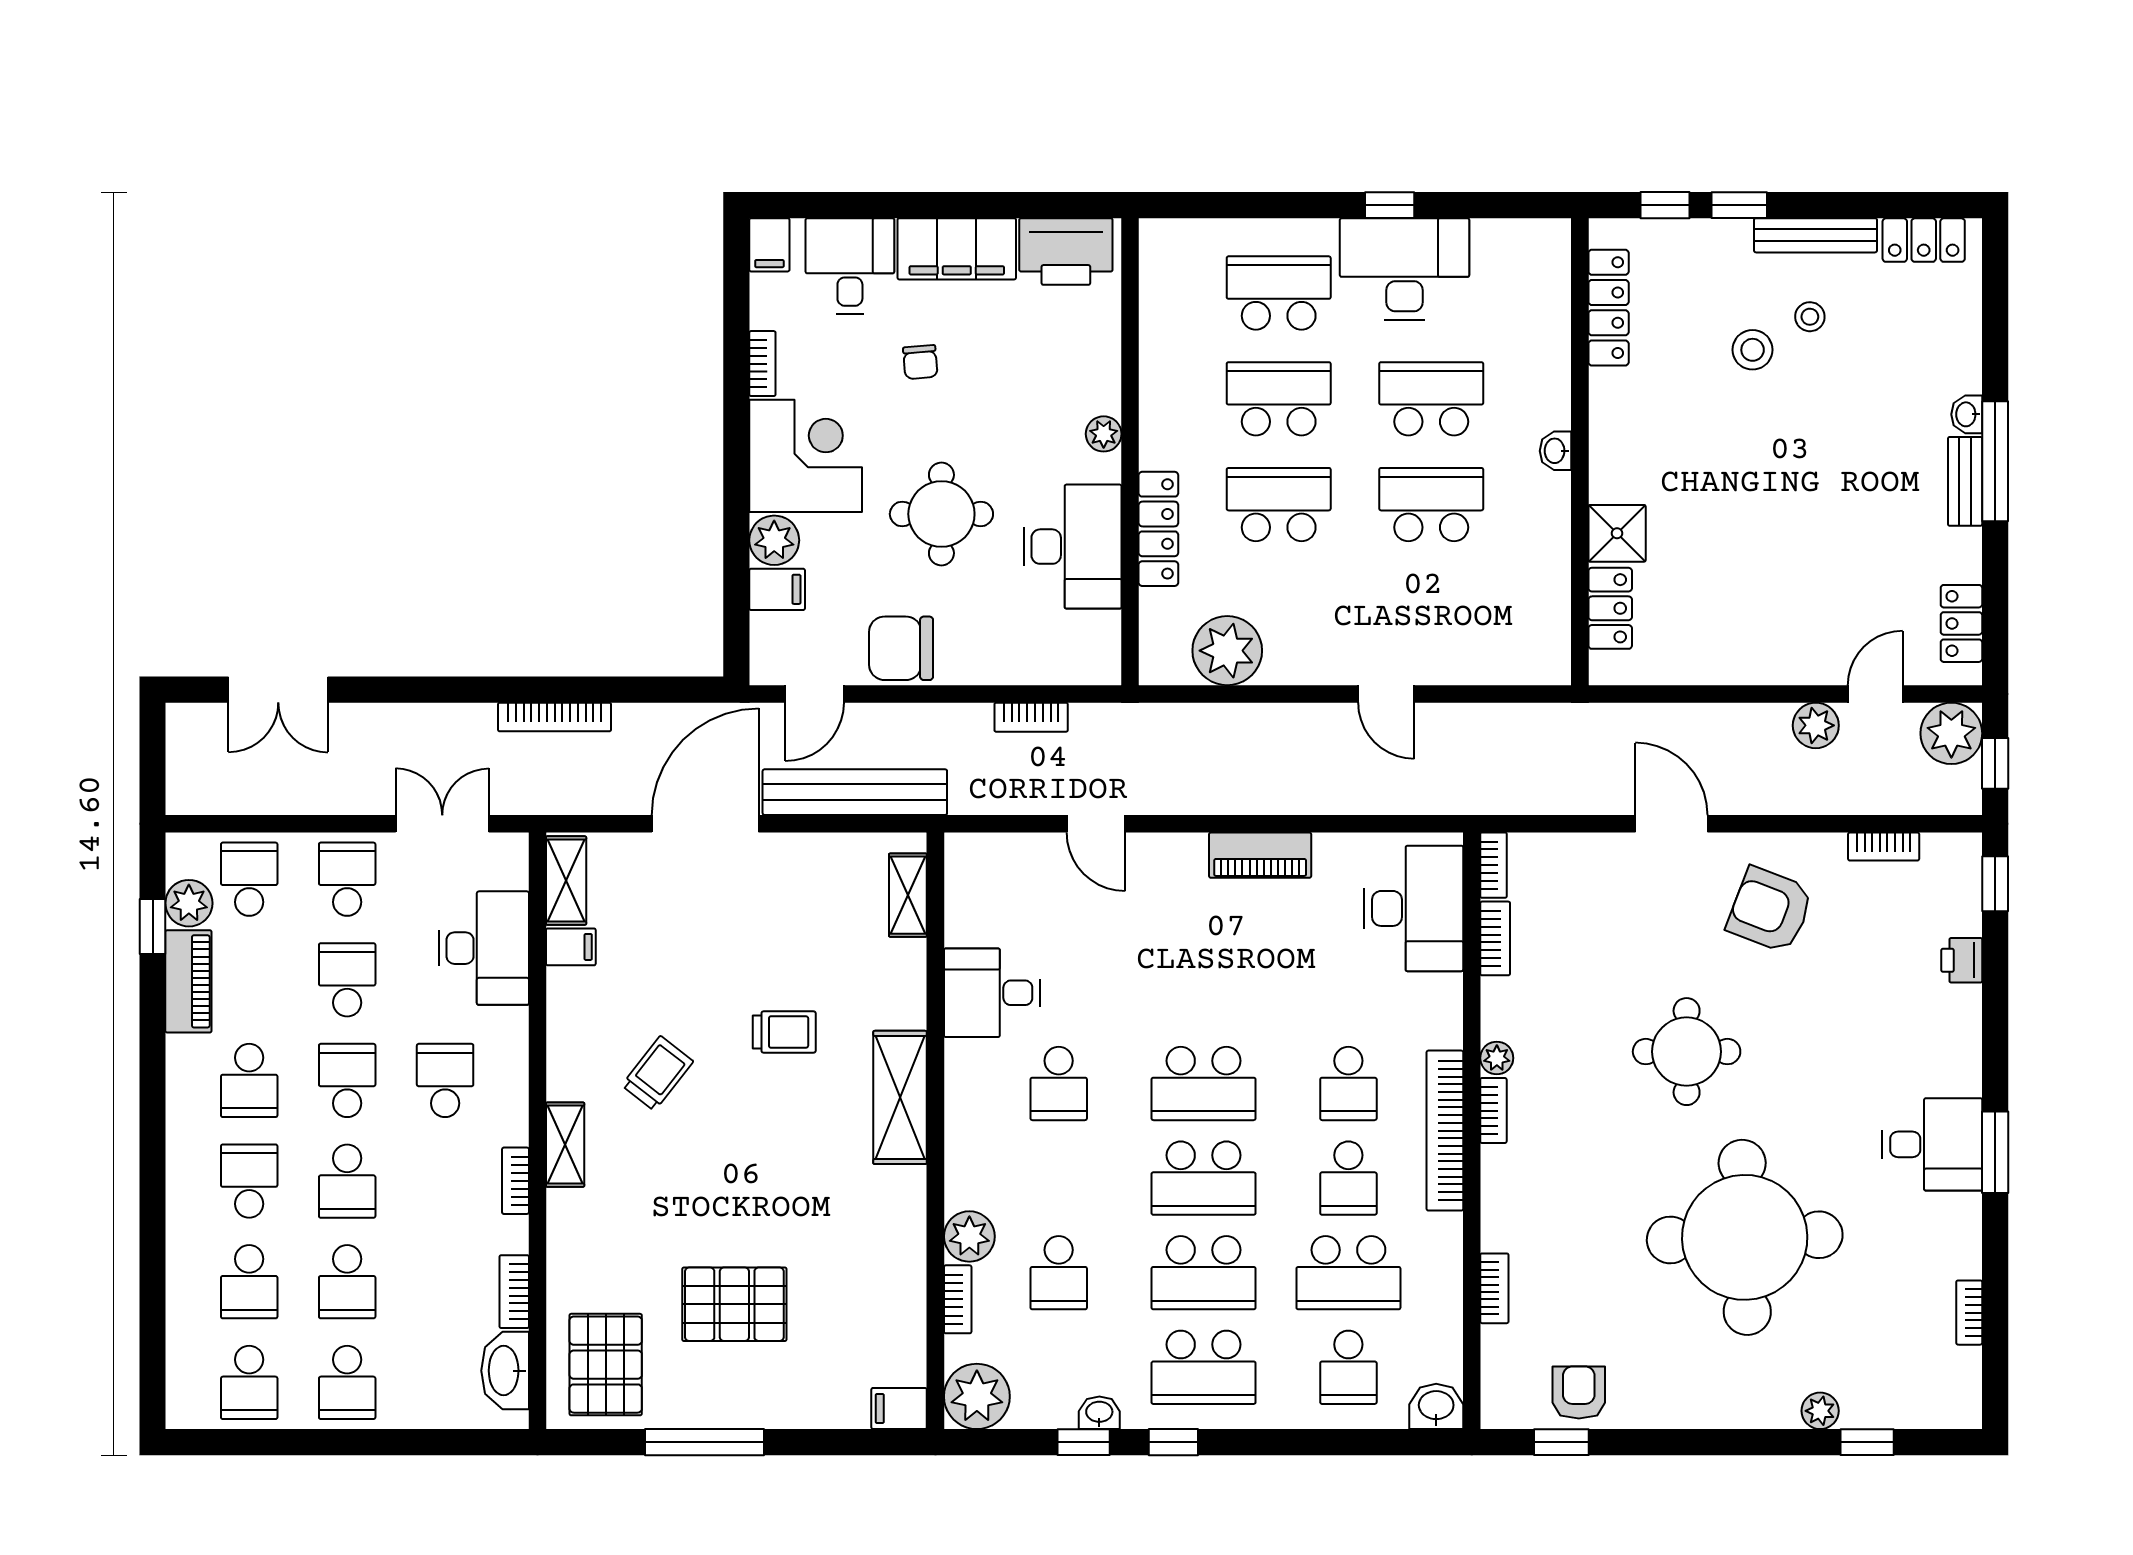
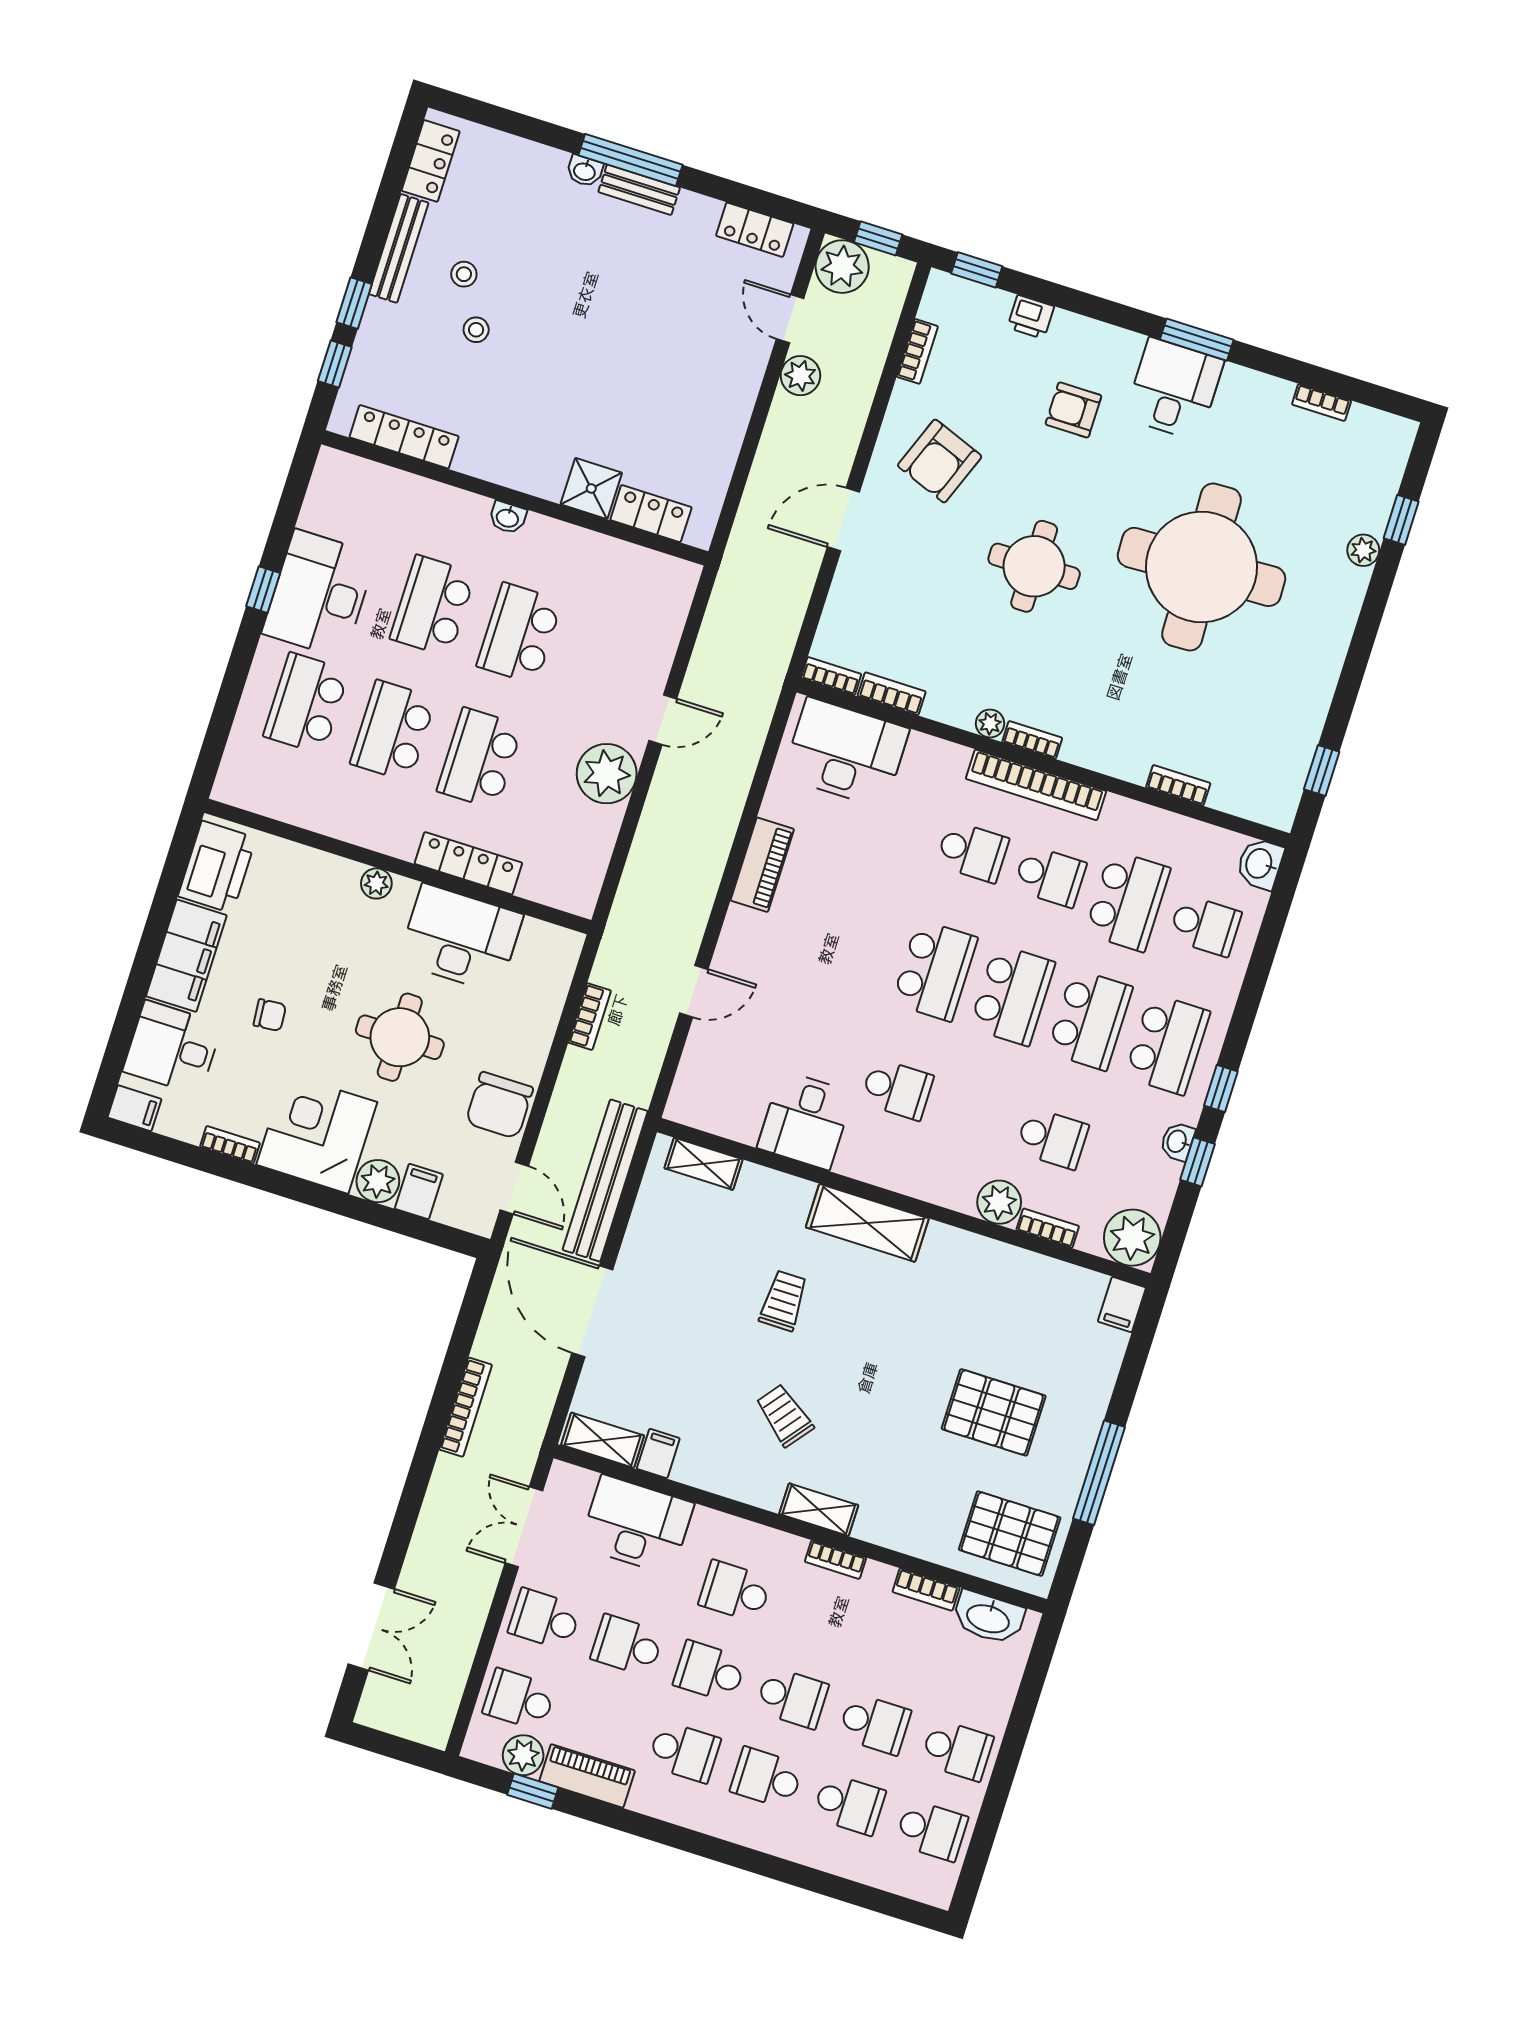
stool: (1753, 350) -> (476, 330), width x0.73, depth x0.73
plant: (1227, 651) -> (607, 774), moved
pallet: (734, 1304) -> (994, 1412), turned 90
armchair: (1579, 1393) -> (1073, 410), moved

